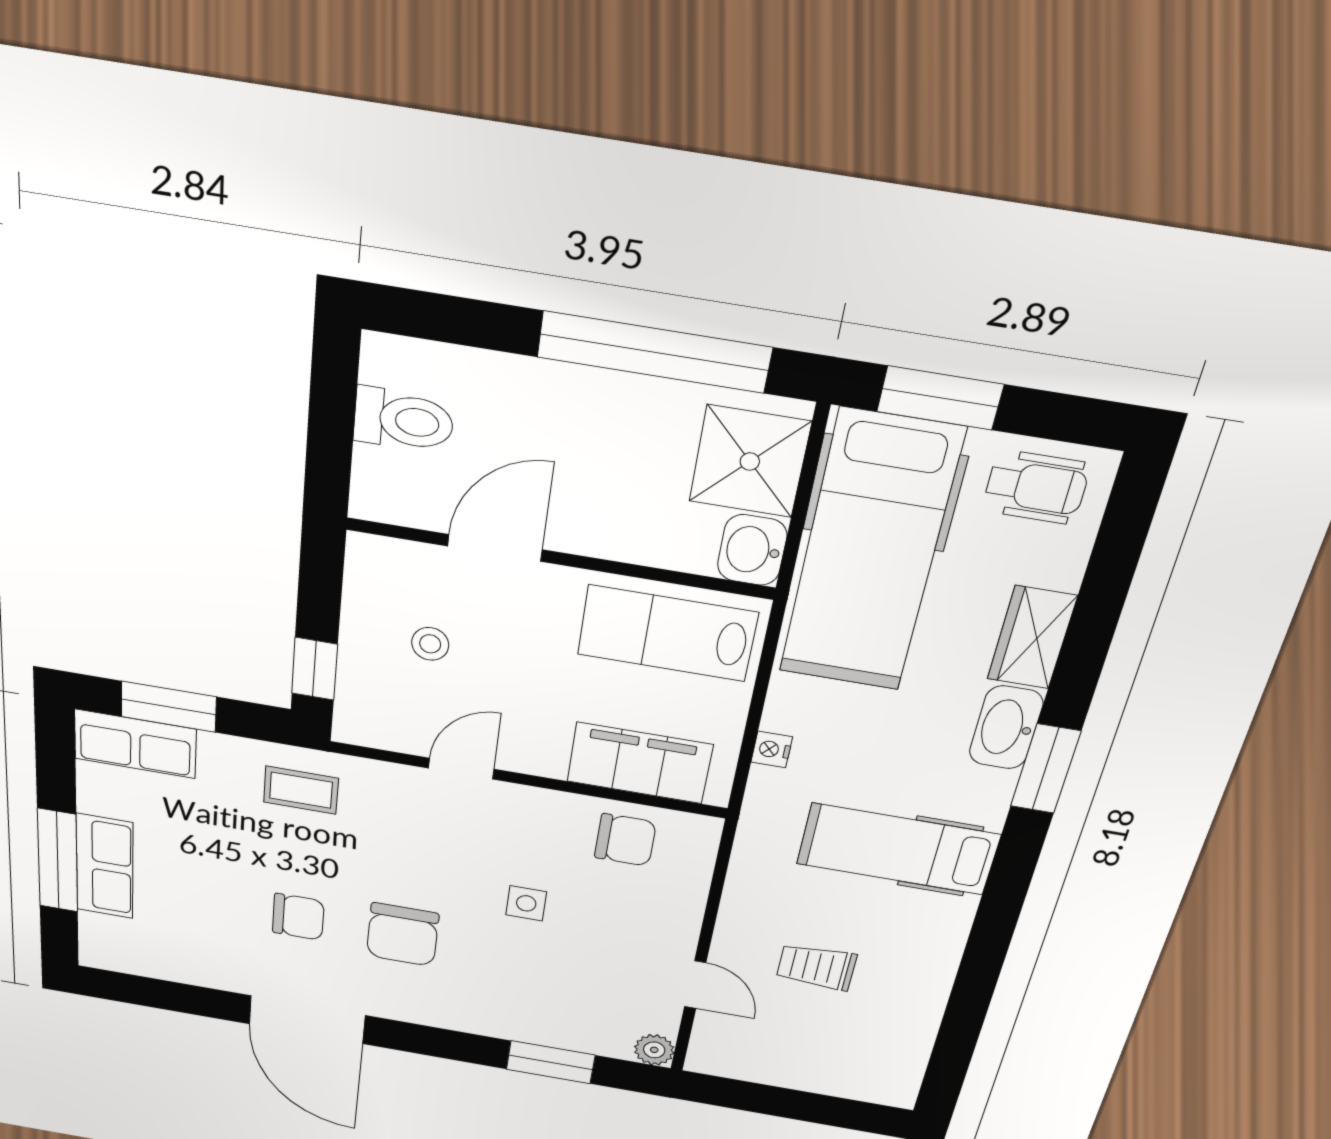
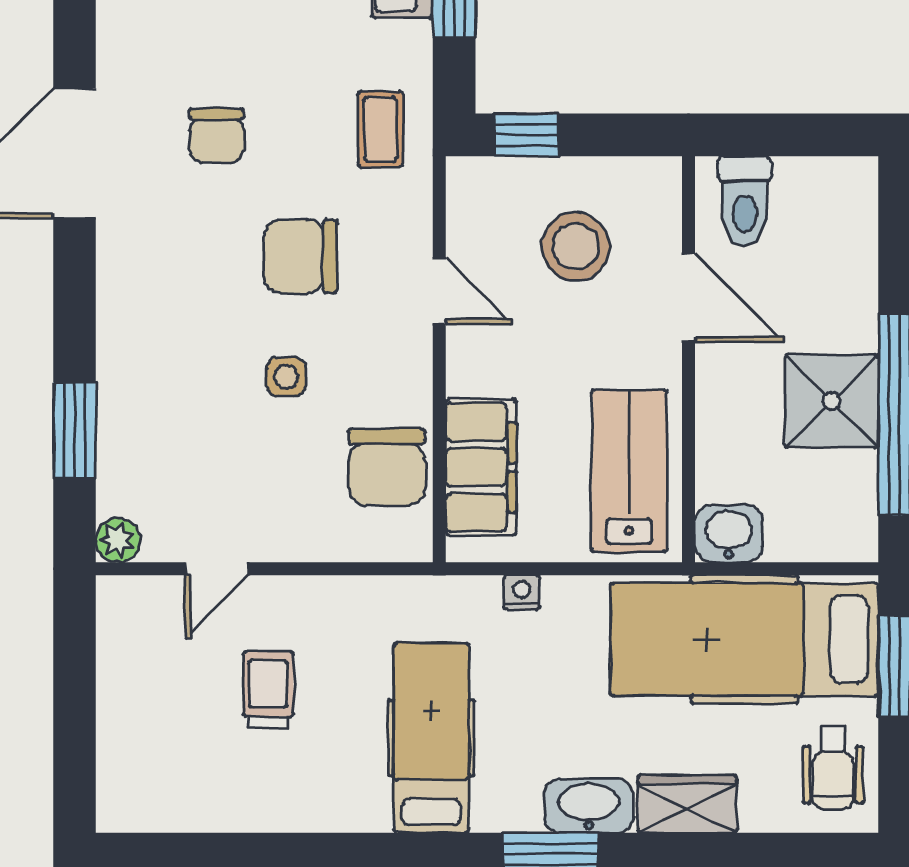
toilet: (404, 420) -> (745, 201), moved
shower: (750, 461) -> (832, 401), moved
stool: (430, 644) -> (576, 247), width x1.89, depth x1.89
chair: (625, 840) -> (387, 467), width x1.37, depth x1.37
chair: (403, 935) -> (301, 256), moved

